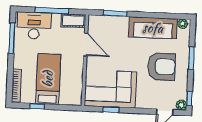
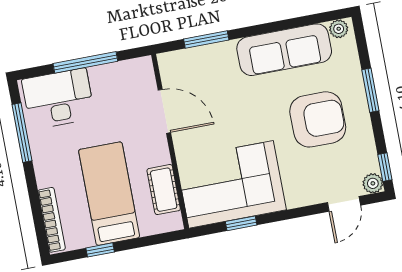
cot: (73, 21) -> (164, 190), moved, turned 90

